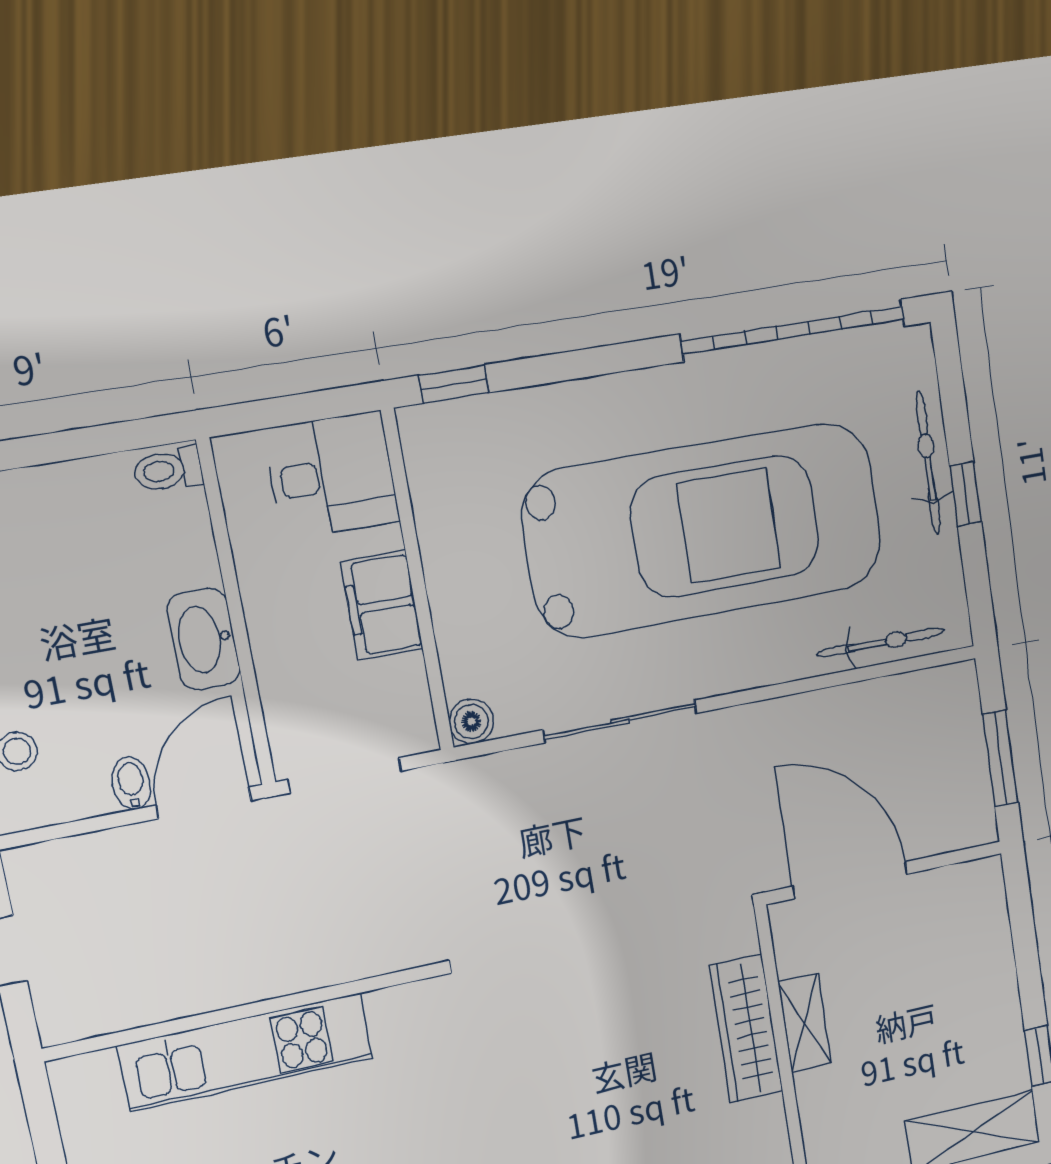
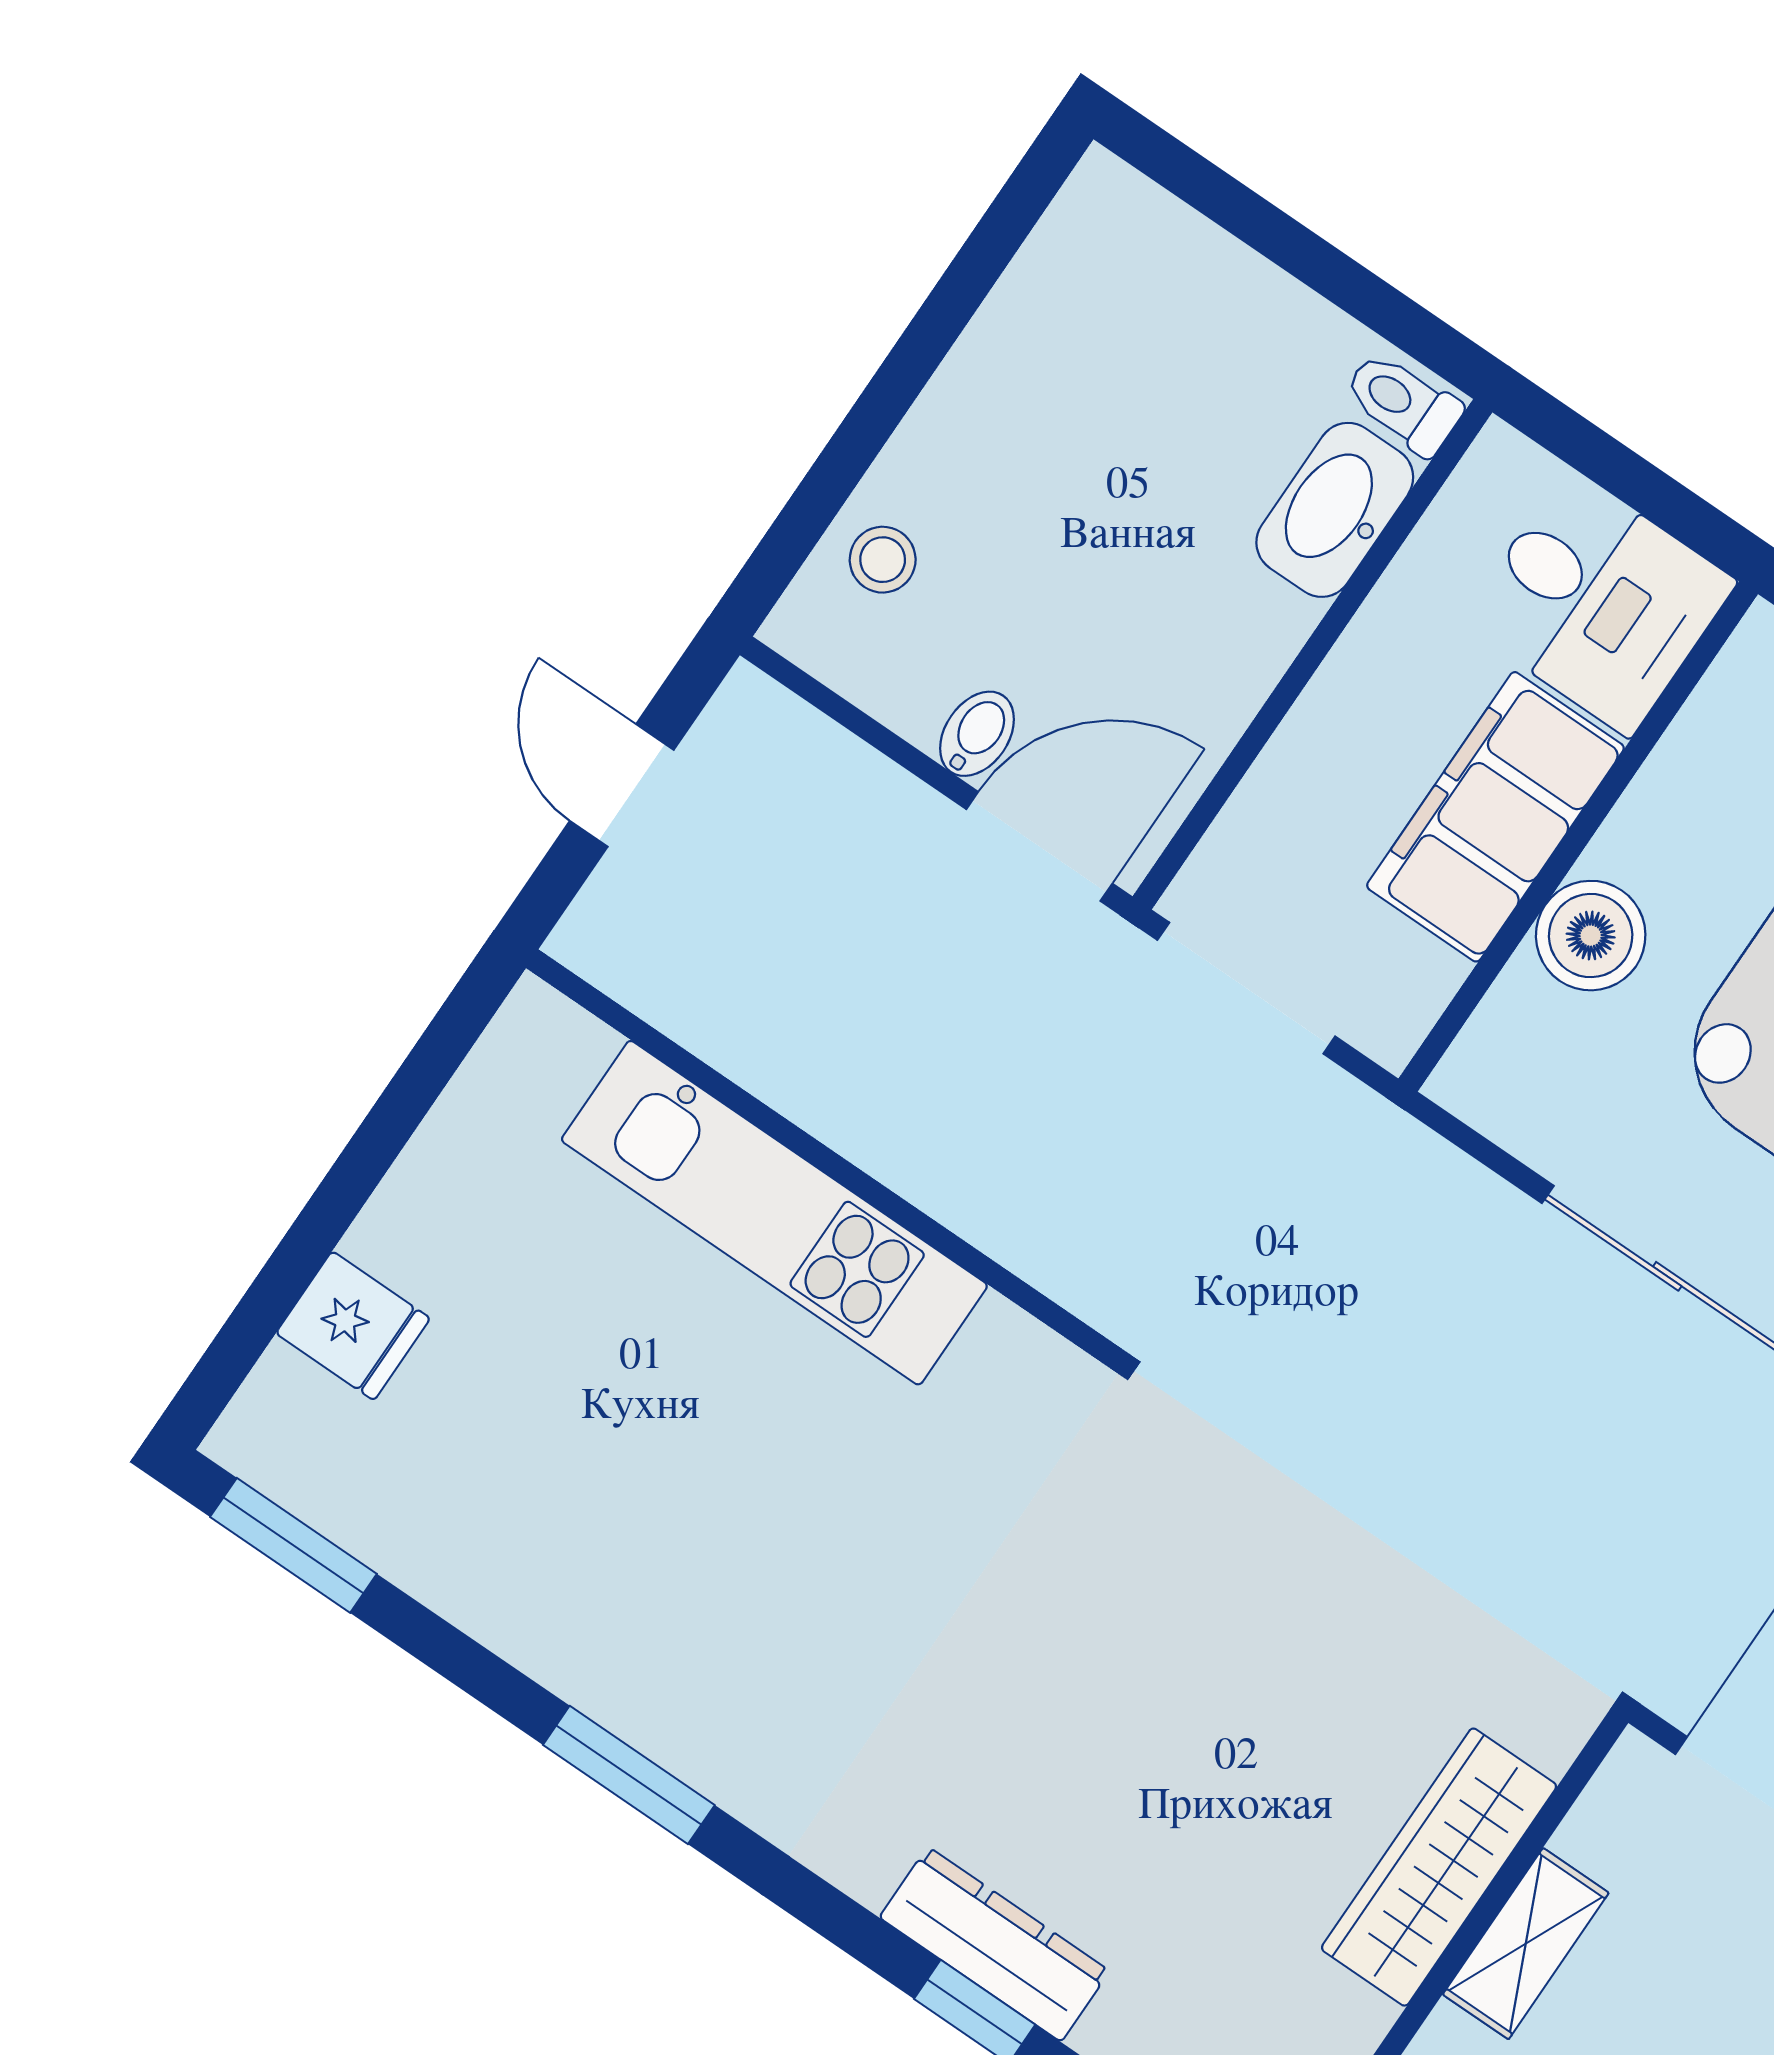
filing cabinet: (382, 605) -> (1495, 817), width x1.50, depth x1.17
washbasin: (204, 639) -> (1335, 510), moved
boiler: (471, 721) -> (1591, 936), moved, width x1.36, depth x1.36

